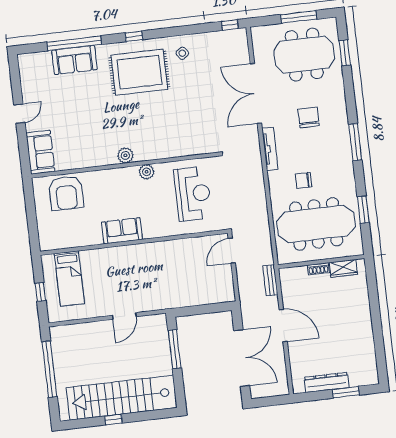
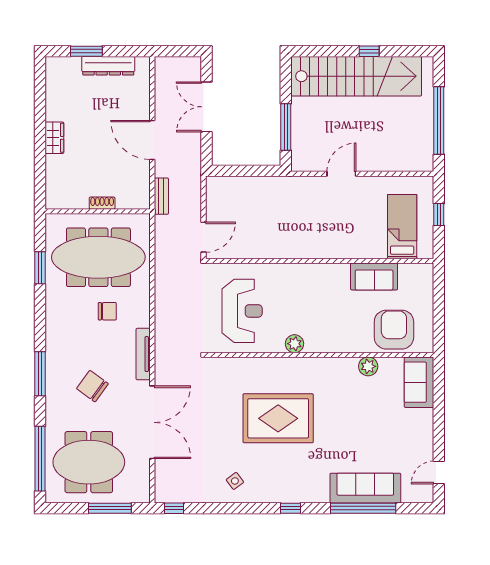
window: (299, 17) -> (110, 508), moved
window: (345, 53) -> (40, 459), width x2.11
sofa: (74, 60) -> (365, 488), width x1.36
rug: (139, 72) -> (278, 418), moved
door: (19, 114) -> (439, 472), moved
chair: (309, 117) -> (92, 386), turned 126
window: (355, 142) -> (40, 374), moved
plant: (125, 155) -> (368, 366), moved
reception desk: (193, 194) -> (242, 311), turned 180
sofa: (122, 231) -> (374, 276), moved
wardrobe: (343, 268) -> (54, 138), moved, turned 90
double door: (242, 358) -> (207, 107), width x0.73

